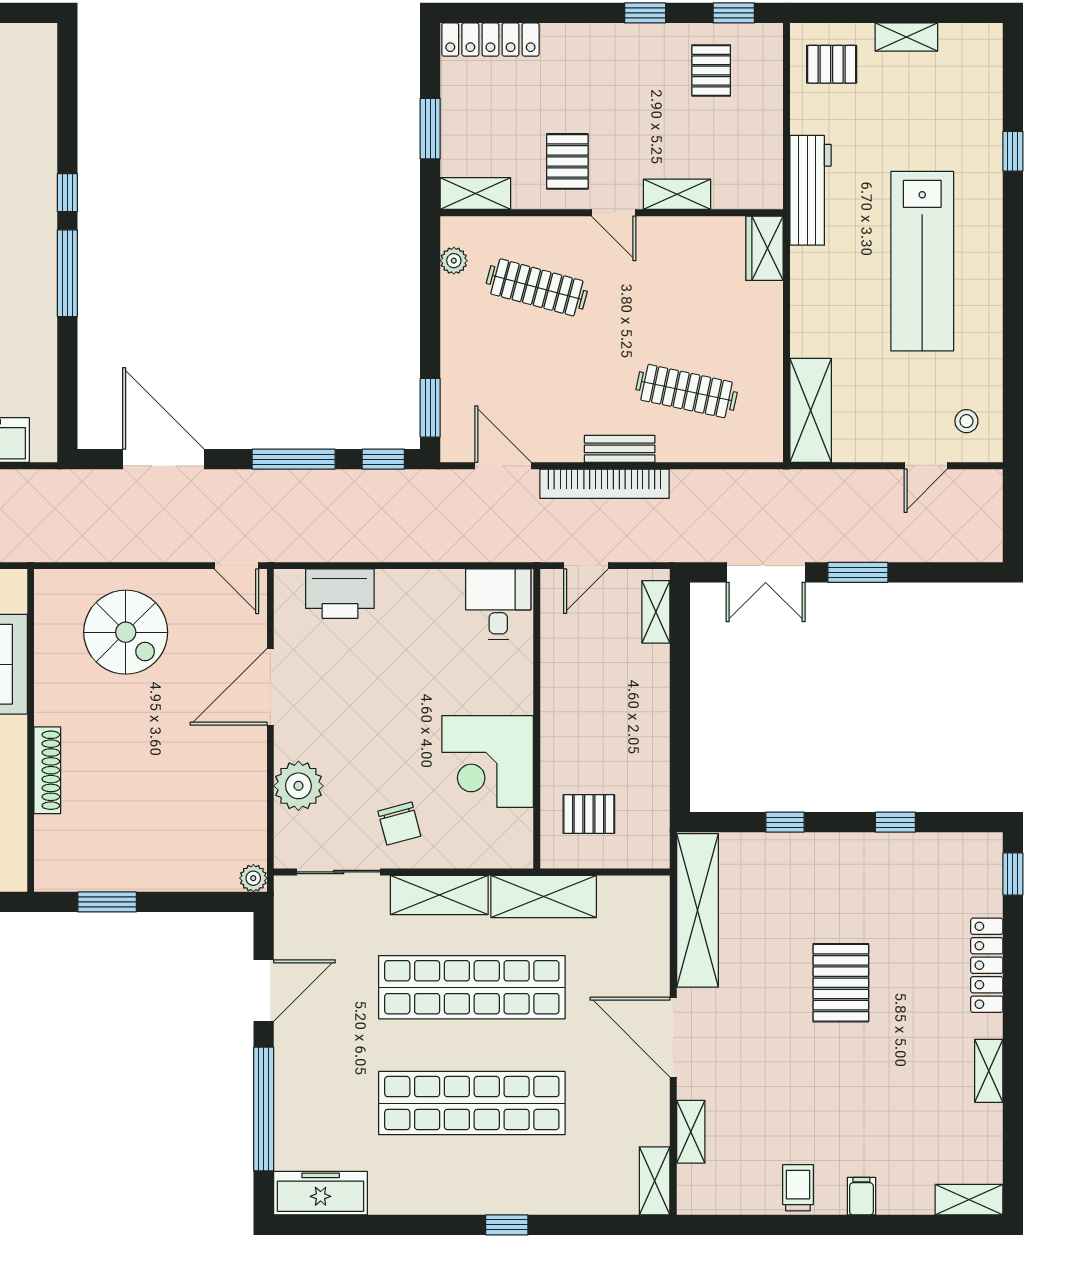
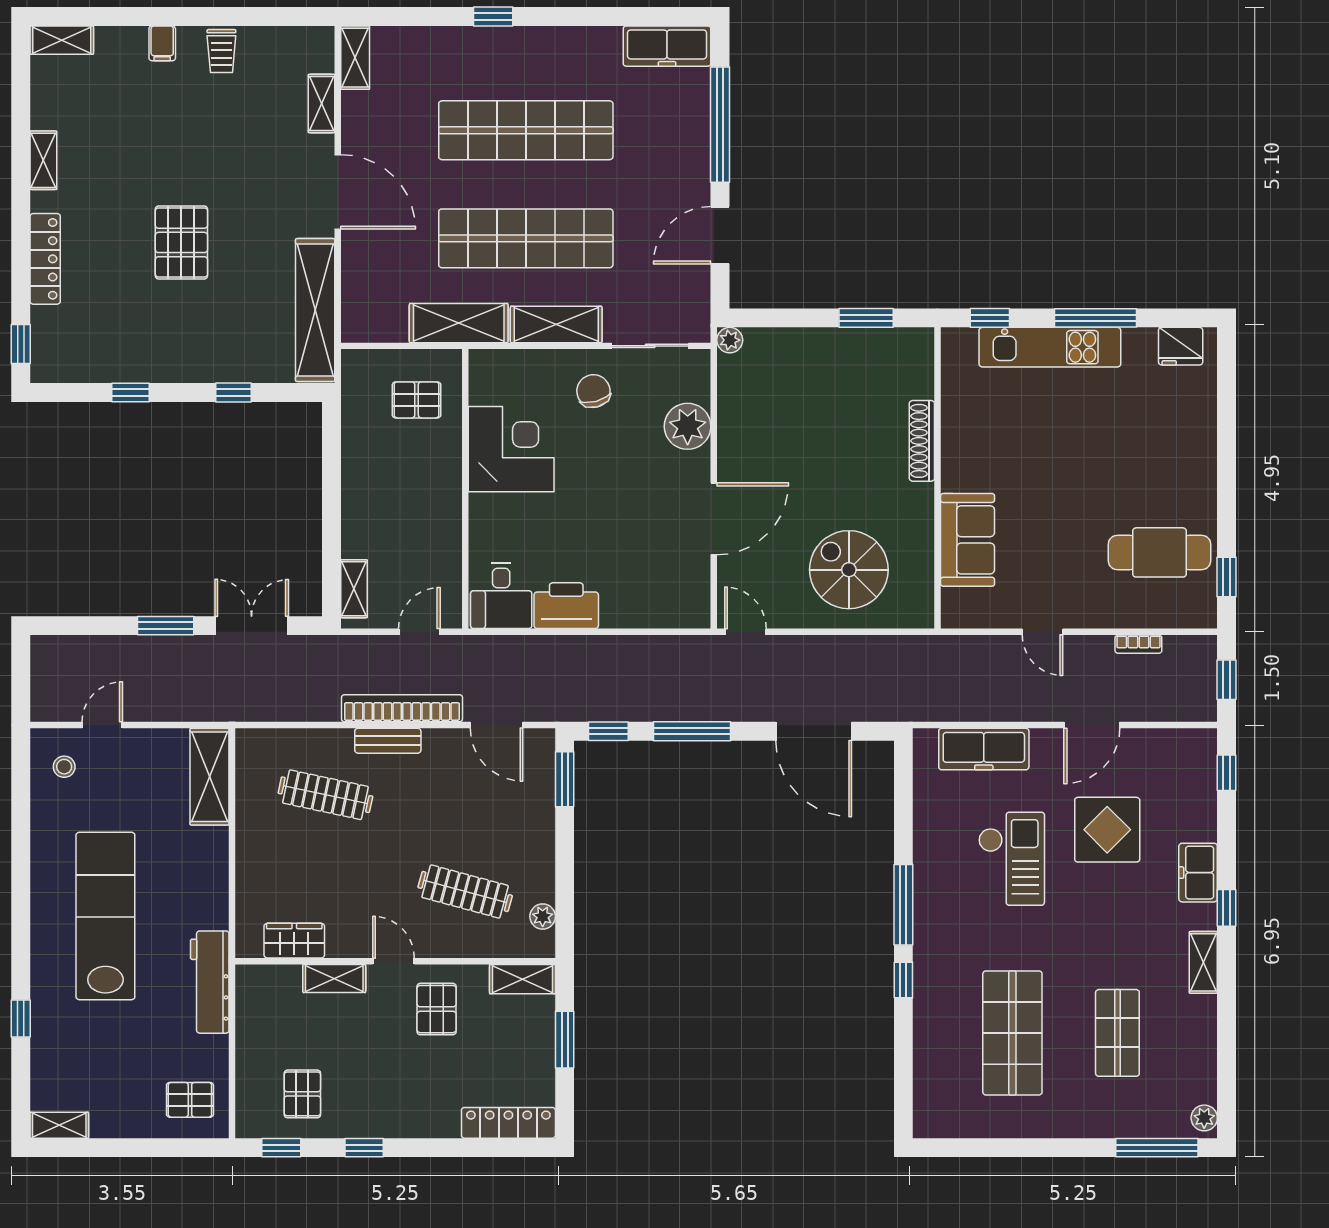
shelving: (906, 37) -> (59, 1125), moved
wardrobe: (764, 248) -> (294, 941), moved, turned -90
printer: (340, 594) -> (566, 606), moved

